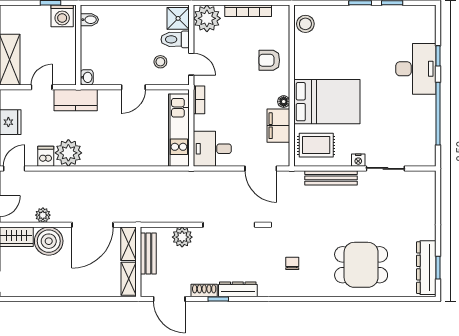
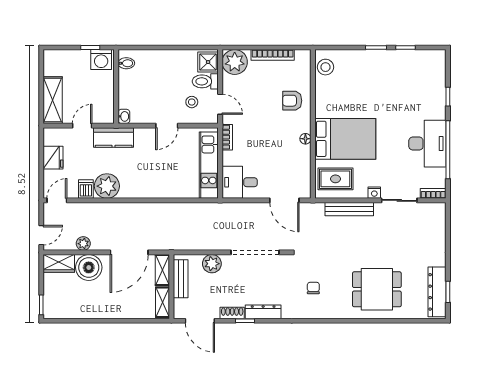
desk: (416, 69) -> (427, 144), moved
filing cabinet: (278, 126) -> (301, 161), removed
bookcase: (422, 161) -> (433, 193), added

